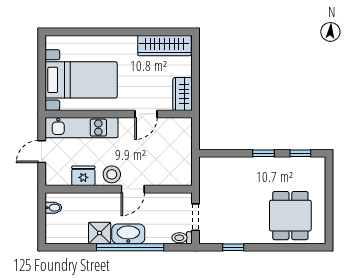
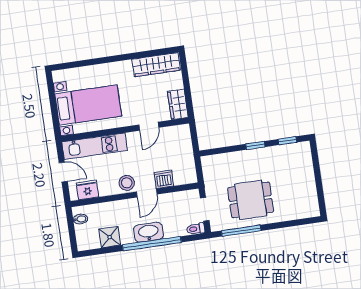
door: (42, 152) -> (63, 172), swing flipped
fridge: (83, 176) -> (87, 190), moved
dishwasher: (154, 176) -> (164, 179), added
dining table: (290, 216) -> (251, 200), moved, turned 90
shower: (100, 233) -> (110, 237), moved
window: (233, 247) -> (241, 231), width x2.17

